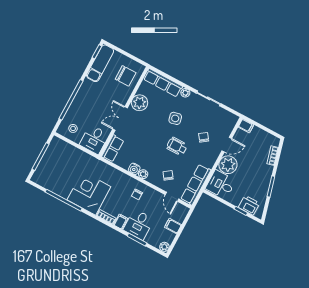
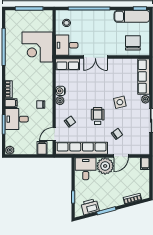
chair: (126, 76) -> (133, 43), turned 180
plant: (140, 103) -> (117, 66), removed
double door: (120, 118) -> (95, 57), swing flipped
door: (227, 145) -> (121, 156), hinge flipped
row of seats: (196, 185) -> (82, 148), width x1.36
corner desk: (89, 193) -> (37, 47), moved, turned 180
printer: (249, 205) -> (90, 207), moved, turned -105
filing cabinet: (173, 226) -> (42, 148), moved

